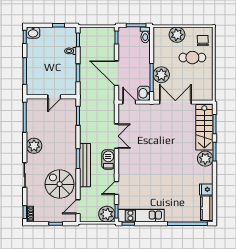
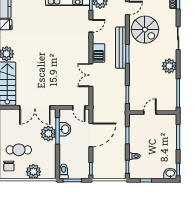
door: (116, 73) -> (91, 135), hinge flipped
washbasin: (144, 93) -> (65, 129), moved

